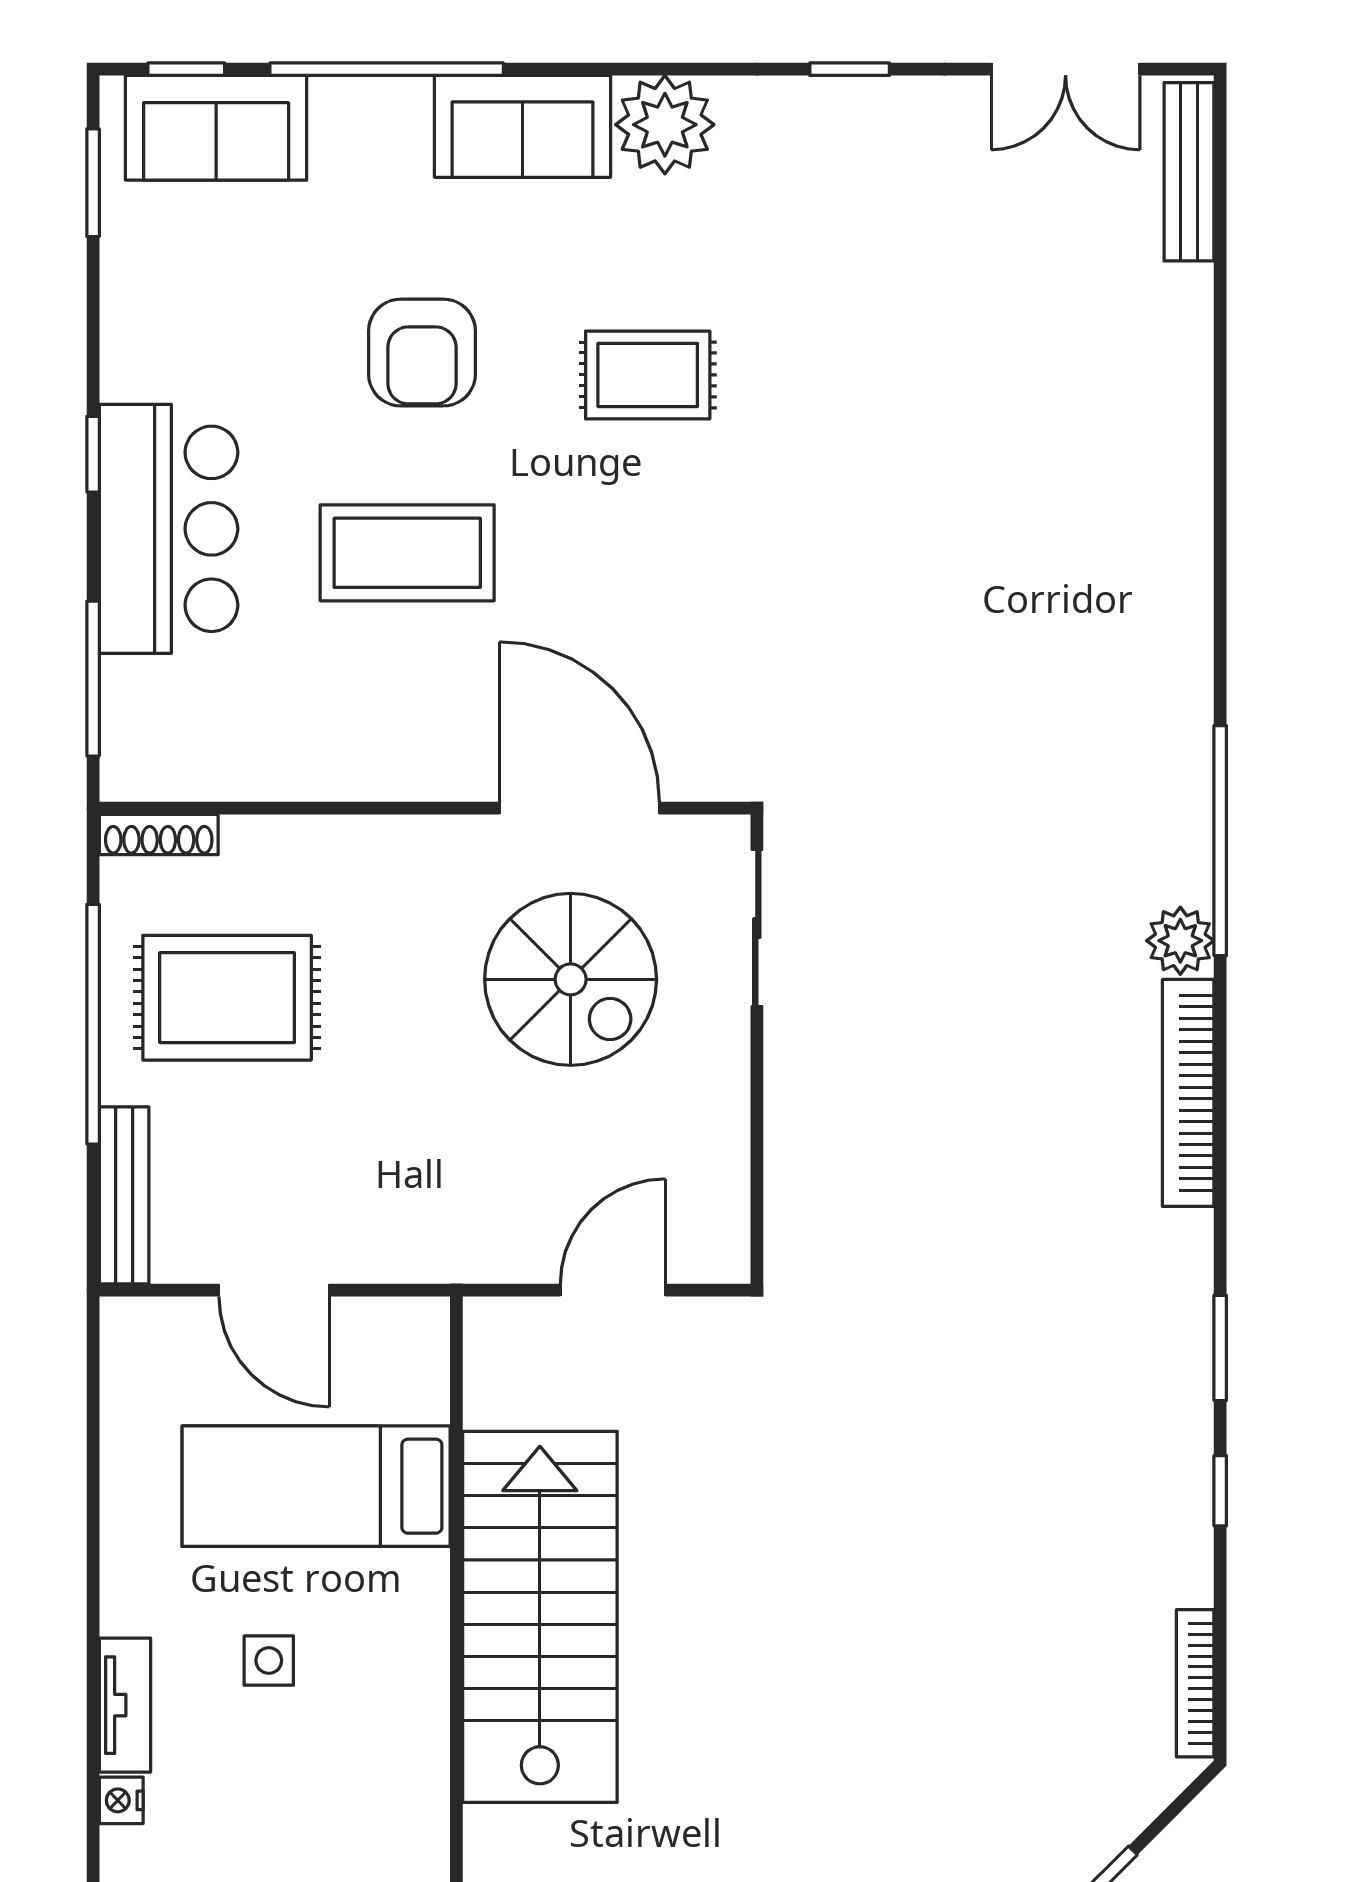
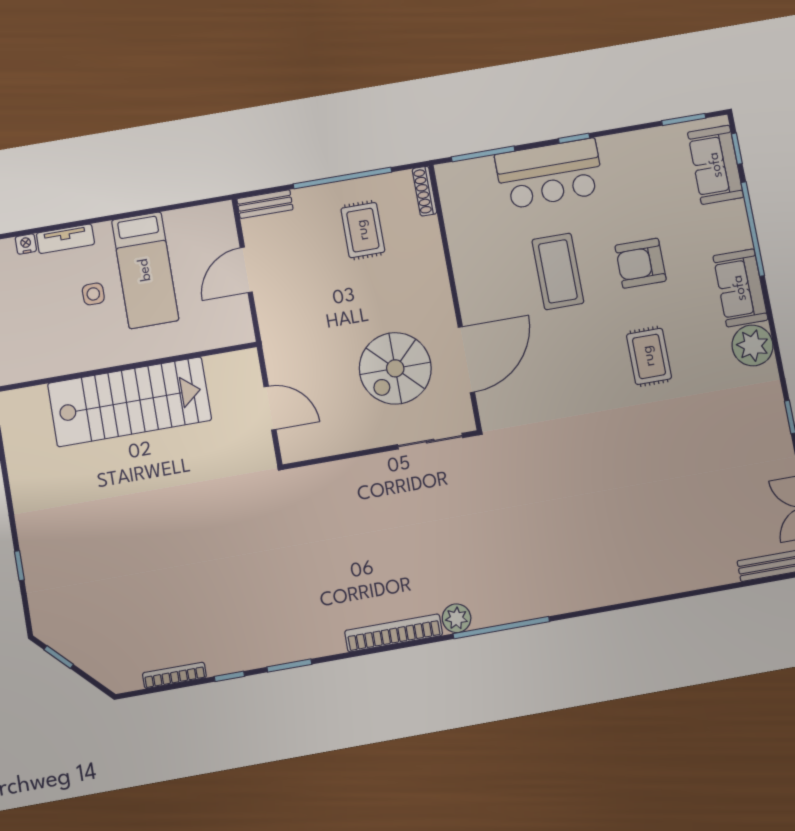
rug: (227, 998) -> (363, 230), width x0.73, depth x0.70
bench: (124, 1195) -> (265, 204), width x0.73
bed: (316, 1486) -> (145, 270), moved, turned 180
bookcase: (1195, 1683) -> (174, 675), moved

